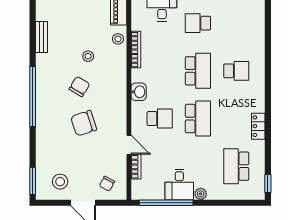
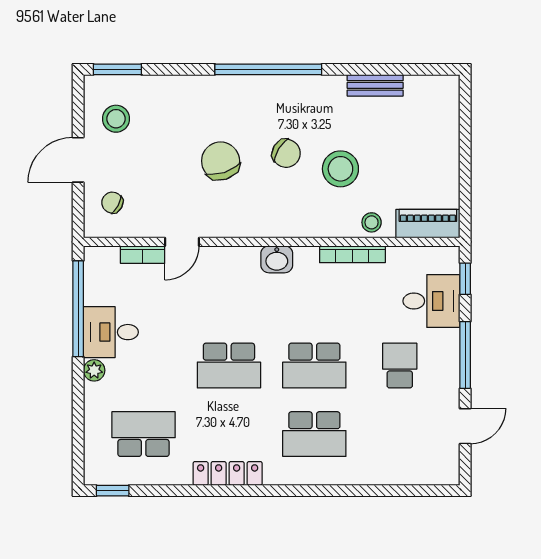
stool: (88, 56) -> (340, 169), width x1.89, depth x1.89
school desk: (236, 71) -> (314, 434), width x1.85
school desk: (160, 119) -> (229, 297), removed
locker: (258, 126) -> (228, 473), width x1.53

